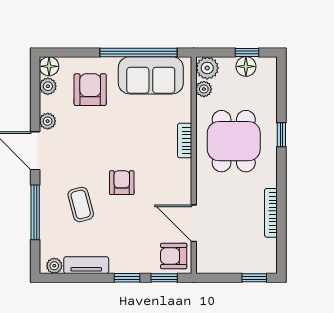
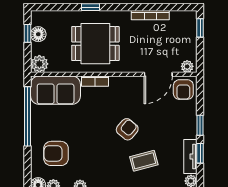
sofa: (151, 75) -> (56, 90), moved, turned 90
plant: (204, 89) -> (187, 66), moved
armchair: (122, 183) -> (127, 129), turned 130
window: (164, 278) -> (200, 153), moved

